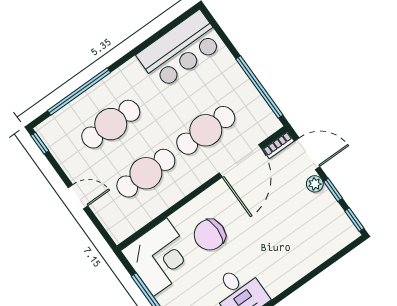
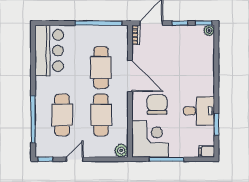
door: (240, 161) -> (130, 76), moved
plant: (315, 184) -> (209, 30), moved
door: (78, 197) -> (75, 159), moved
plant: (119, 231) -> (121, 151), added
chair: (210, 235) -> (157, 105), turned 180

